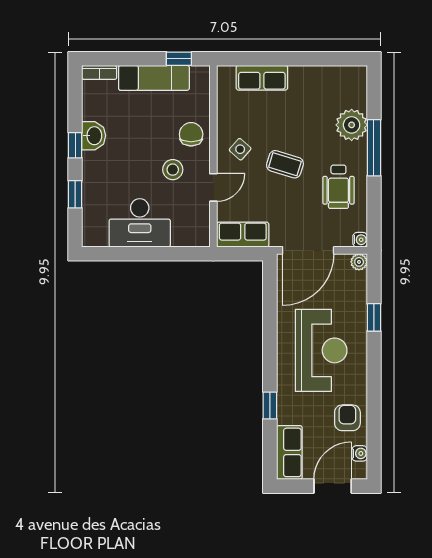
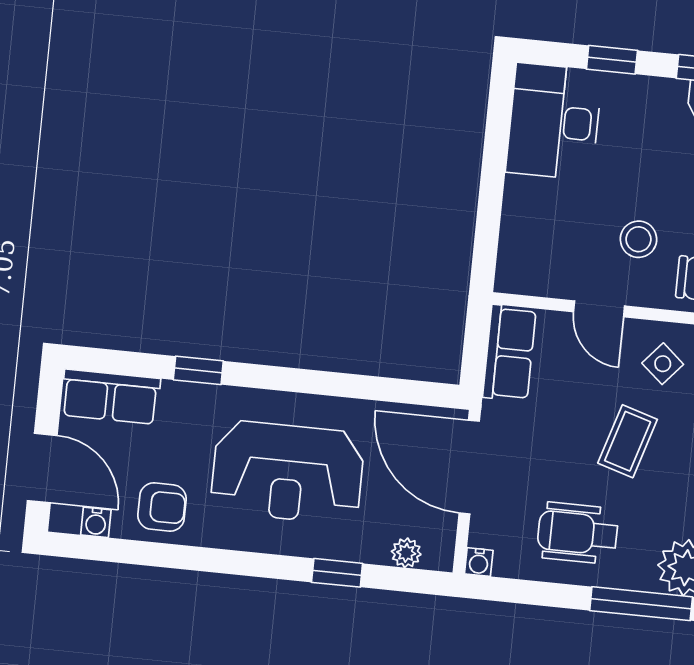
desk: (140, 223) -> (554, 121), moved
plant: (359, 262) -> (406, 553), moved

